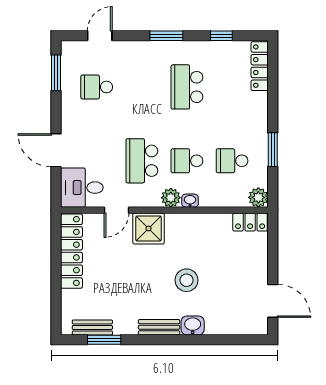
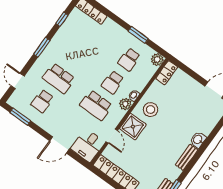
school desk: (187, 87) -> (59, 78), moved
stool: (187, 280) -> (151, 110), moved

